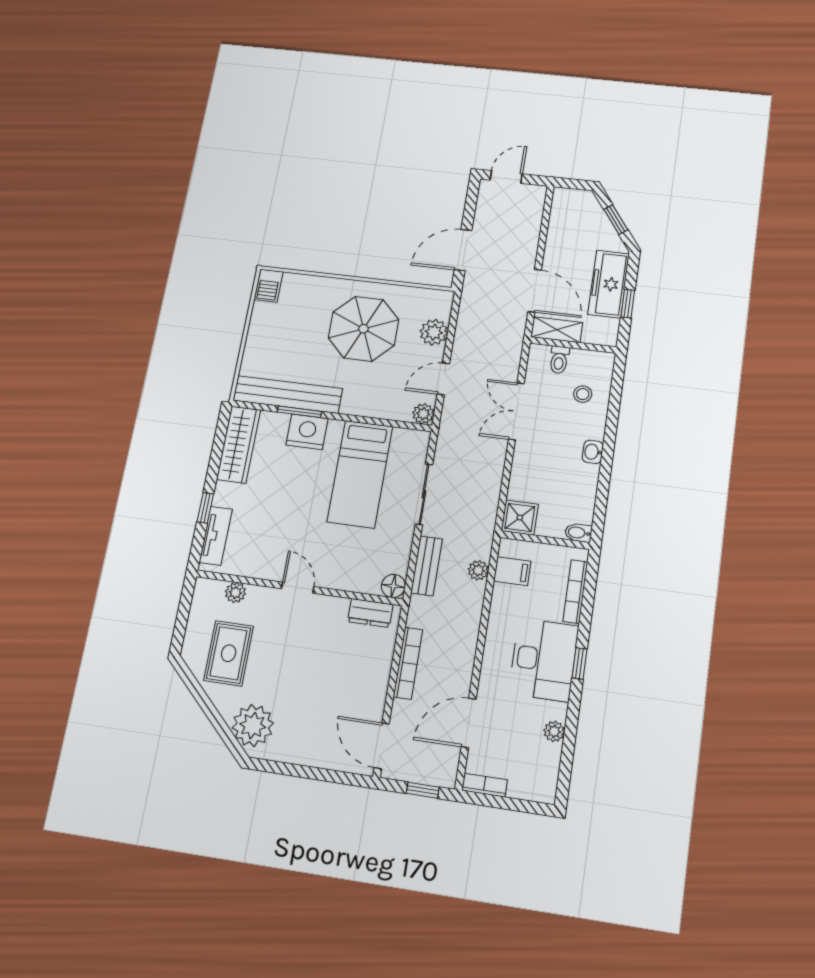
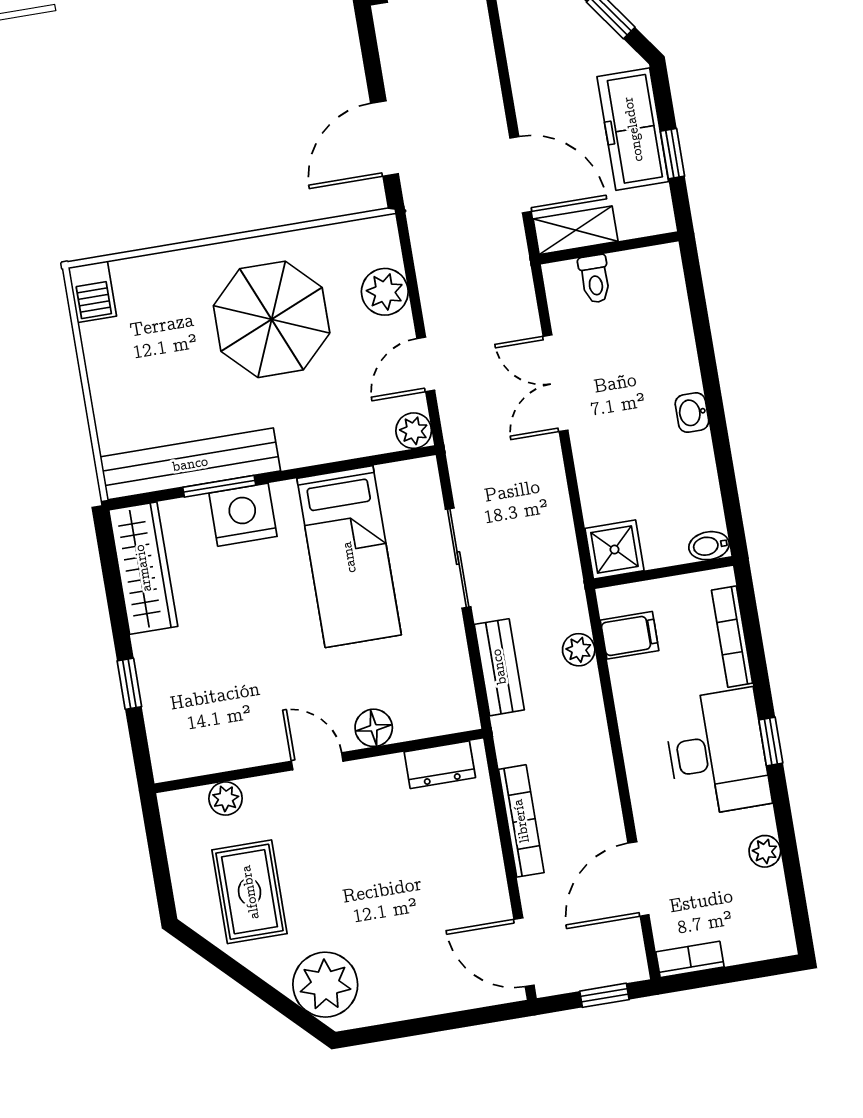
stool: (583, 394) -> (648, 324), removed
tv unit: (216, 536) -> (162, 722), removed
floor lamp: (393, 586) -> (374, 728), moved

